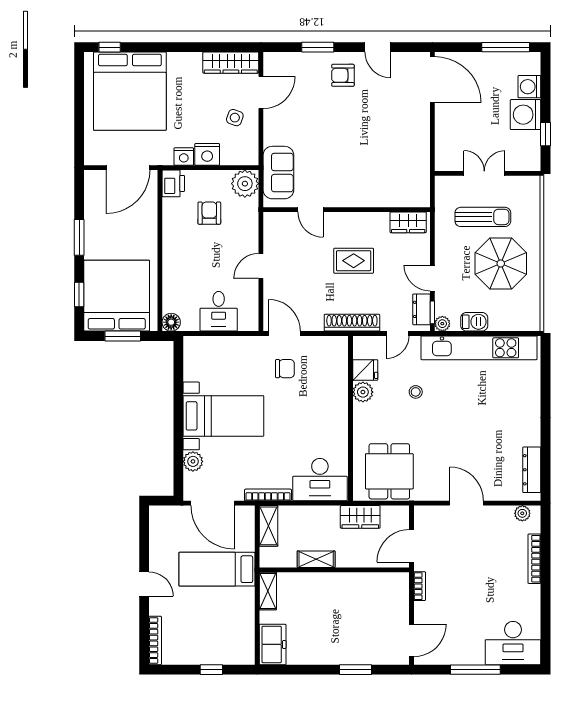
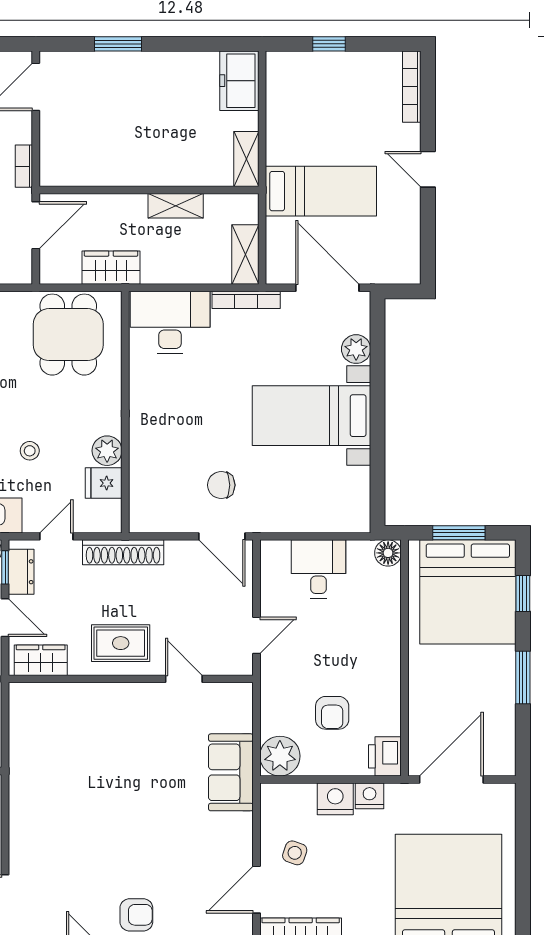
door: (310, 210) -> (184, 679), moved
wall: (347, 210) -> (131, 679), moved
wardrobe: (408, 222) -> (41, 660), moved

